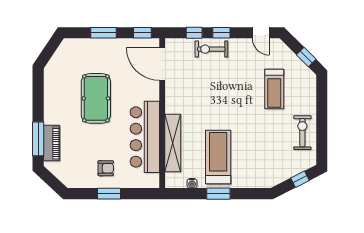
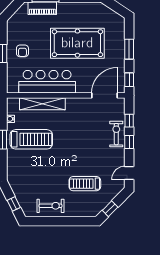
pool table: (96, 98) -> (77, 43), width x1.36, depth x1.32

